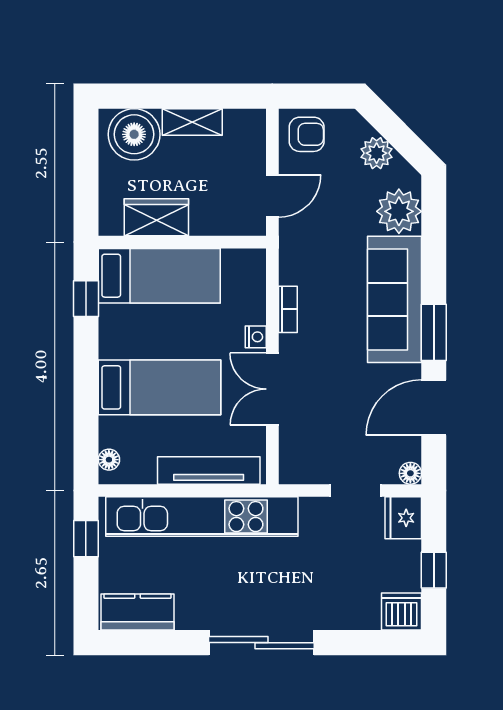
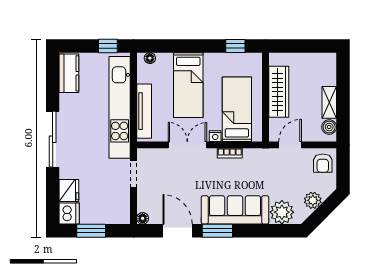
boiler: (134, 134) -> (329, 127), moved, width x0.54, depth x0.54
door: (272, 196) -> (290, 145), swing flipped
wardrobe: (156, 217) -> (279, 92), width x1.50
bed: (159, 276) -> (237, 109), moved, turned 180
doorway: (356, 490) -> (133, 174), moved
fridge: (403, 518) -> (69, 190), moved, turned 90
window: (434, 570) -> (91, 231), width x1.50

